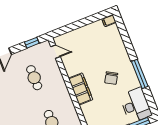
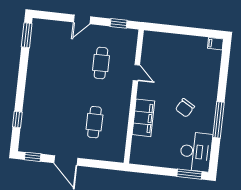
door: (55, 52) -> (136, 73), moved
filing cabinet: (81, 89) -> (143, 118), moved

